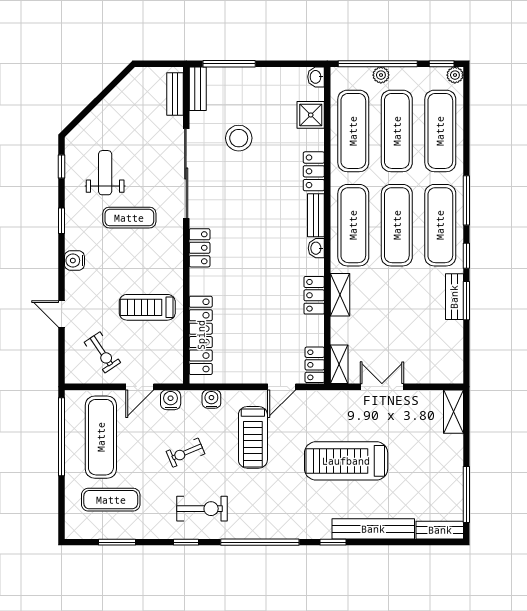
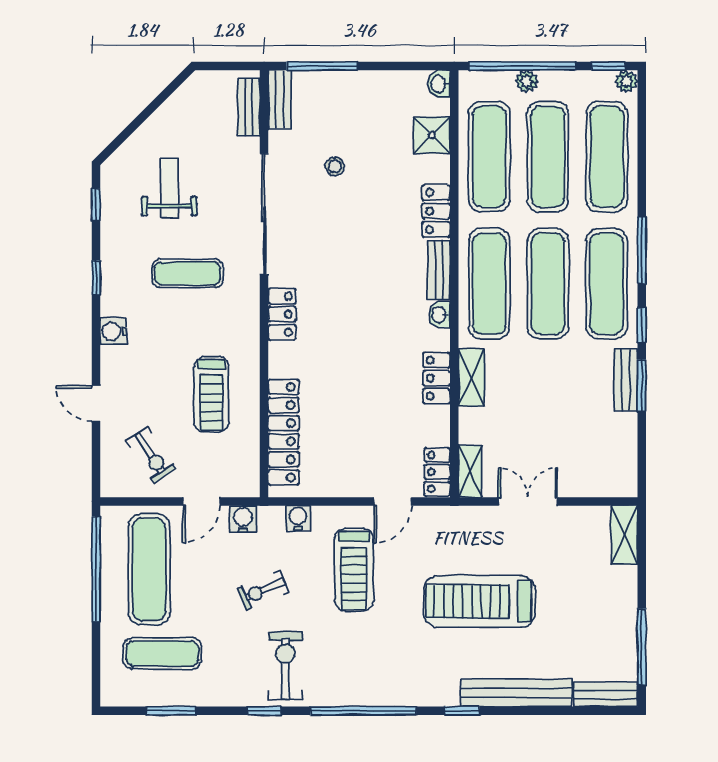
stool: (239, 138) -> (335, 166), width x0.53, depth x0.53
weight bench: (105, 173) -> (169, 188), moved
treadmill: (147, 307) -> (211, 394), turned -90
exercise bike: (202, 509) -> (285, 666), turned -90

